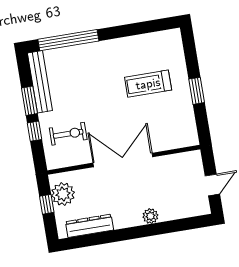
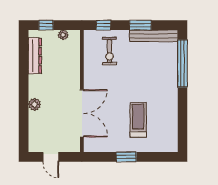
window: (35, 131) -> (103, 25), moved
double door: (123, 160) -> (82, 113), moved
plant: (63, 194) -> (63, 35), width x0.53, depth x0.53
window: (47, 204) -> (46, 25), moved

